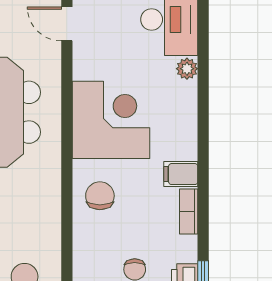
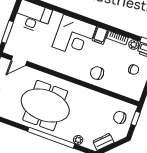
plant: (187, 69) -> (134, 45), moved
corner desk: (111, 120) -> (74, 36), moved, turned 180

